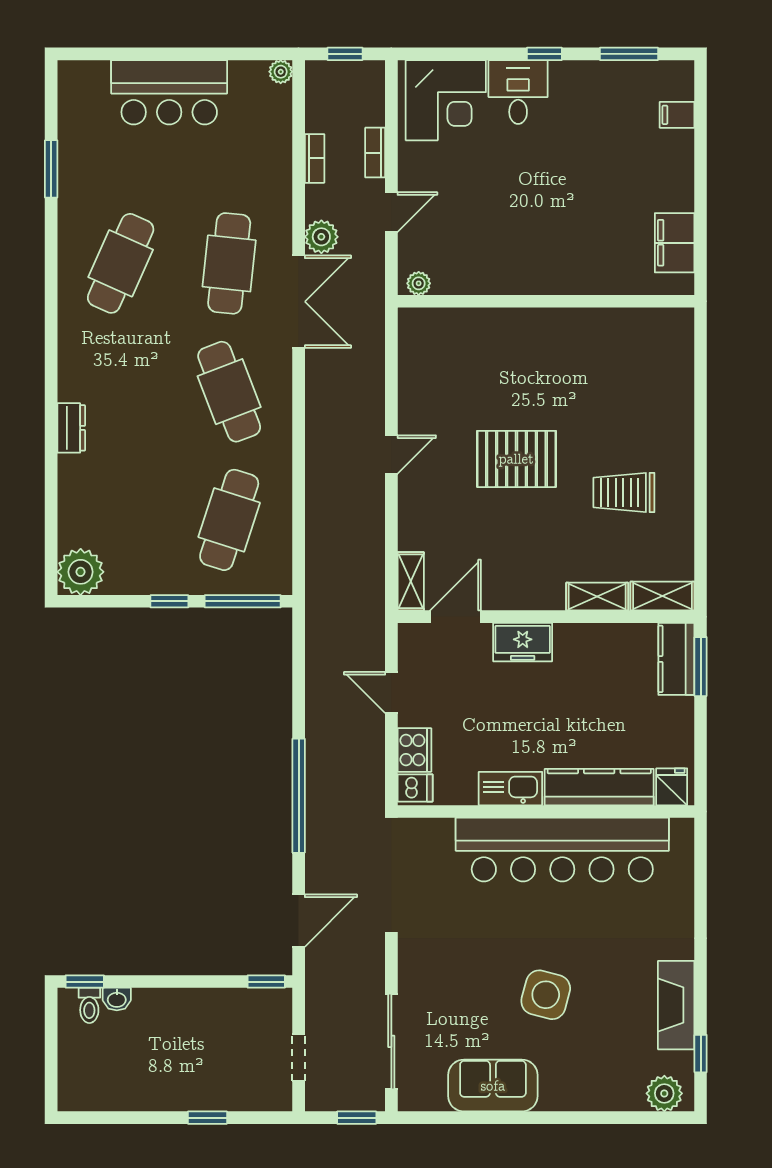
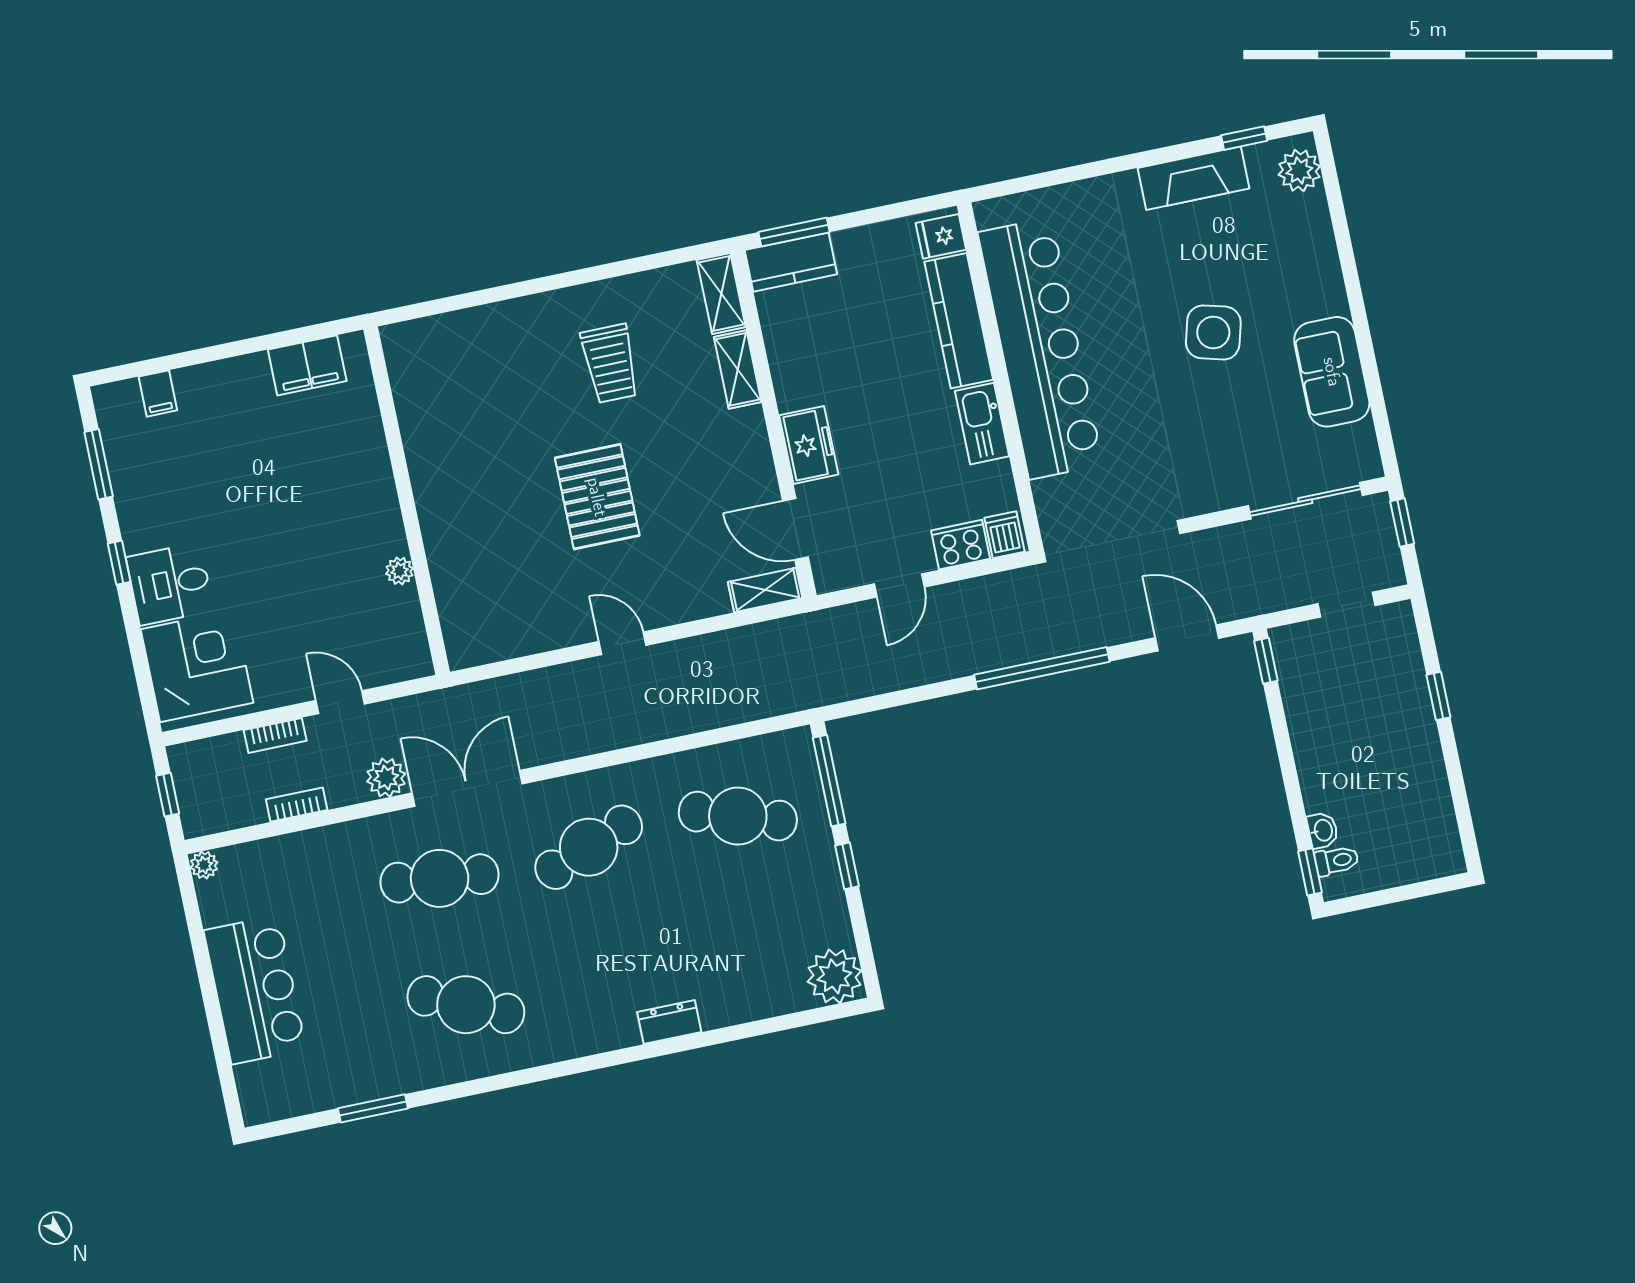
plant: (419, 283) -> (400, 571), moved

